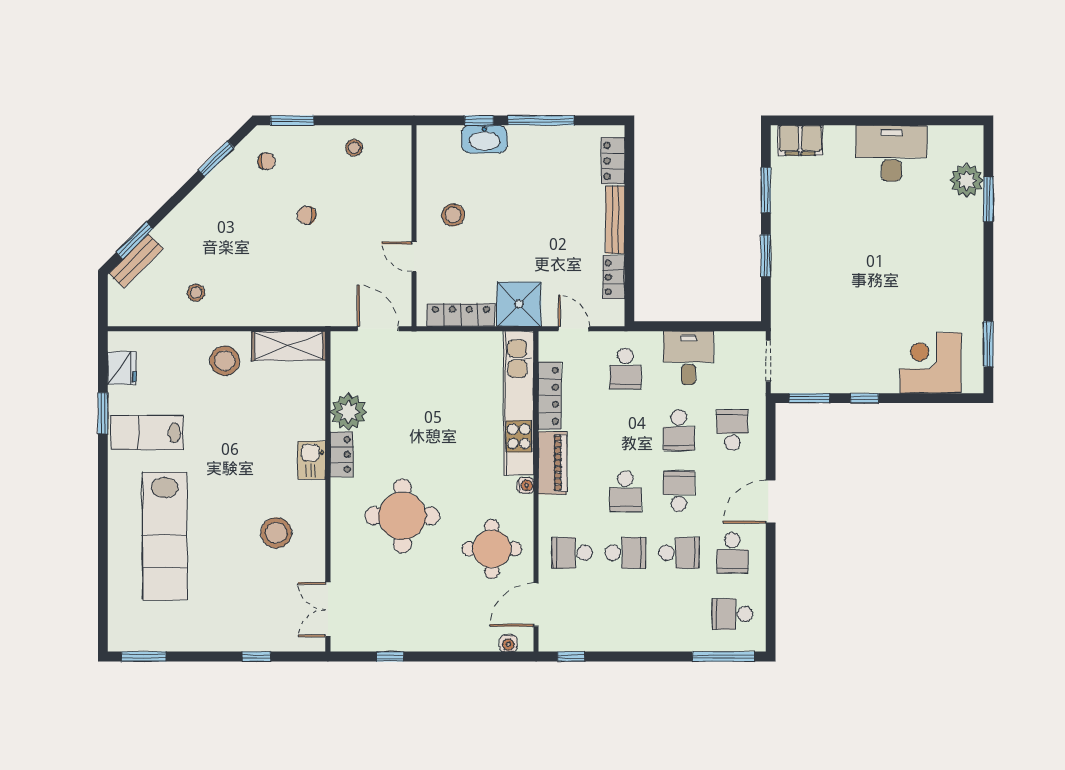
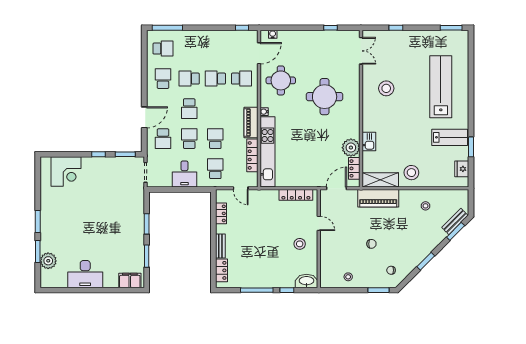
washbasin: (484, 139) -> (306, 281), moved
window: (216, 159) -> (426, 261), moved
bench: (615, 220) -> (220, 246), width x0.73
shower: (519, 304) -> (267, 200), removed
piano: (293, 308) -> (378, 198), added
door: (378, 329) -> (336, 188), swing flipped
window: (988, 344) -> (38, 221), moved
locker: (342, 454) -> (354, 168), moved
kitchen sink: (312, 460) -> (369, 141), moved
school desk: (625, 491) -> (215, 139), moved
door: (771, 502) -> (144, 117), moved

